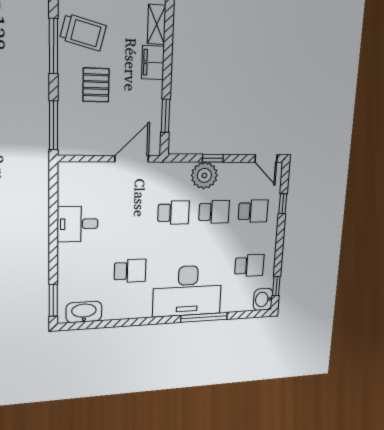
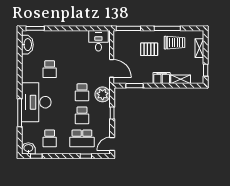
trolley: (83, 32) -> (175, 43), turned -104
plant: (204, 175) -> (103, 94), moved
school desk: (253, 211) -> (82, 138), width x1.85
desk: (78, 224) -> (98, 41), moved

